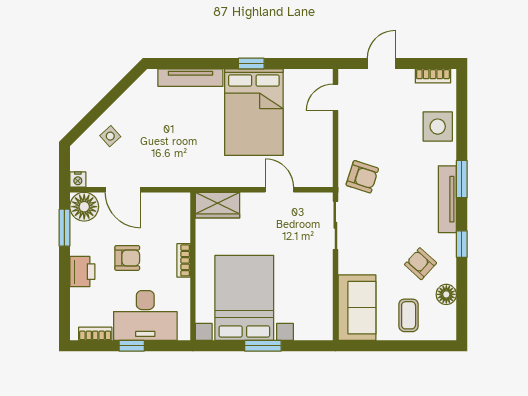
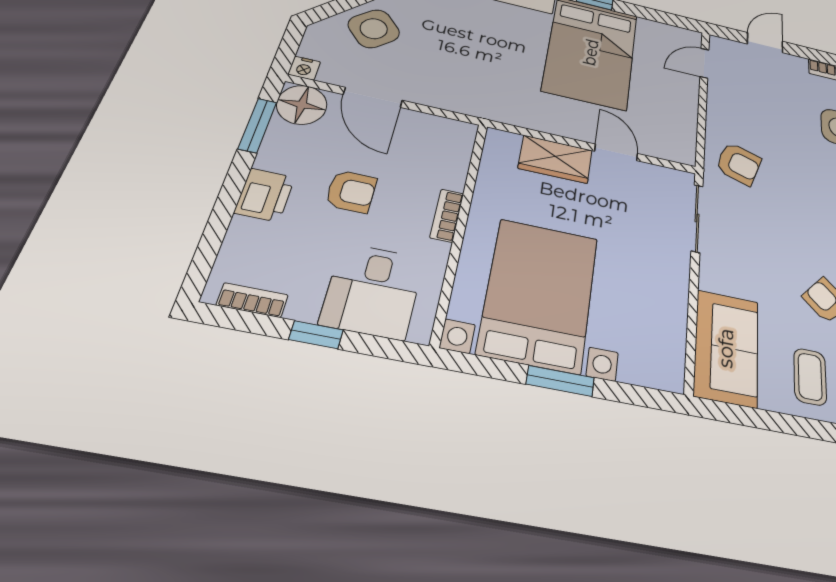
side table: (110, 136) -> (374, 29), width x1.87, depth x1.87
wardrobe: (218, 205) -> (555, 159), moved
desk: (145, 315) -> (373, 291), width x0.73

